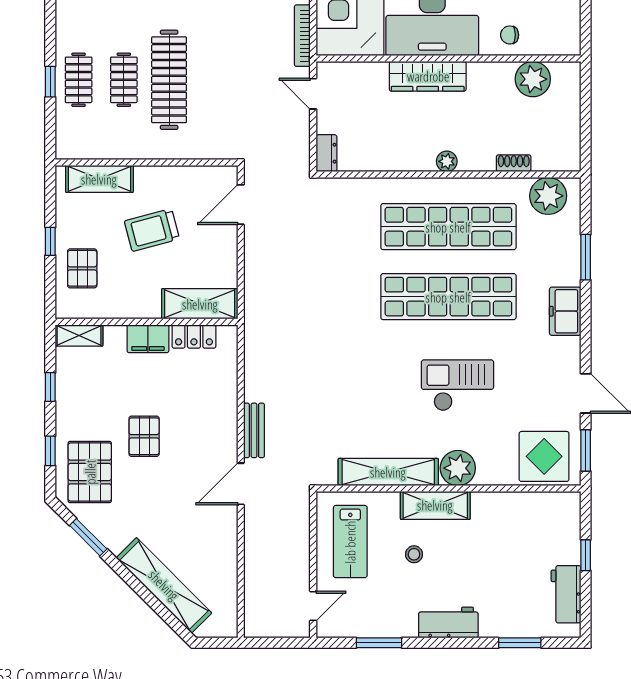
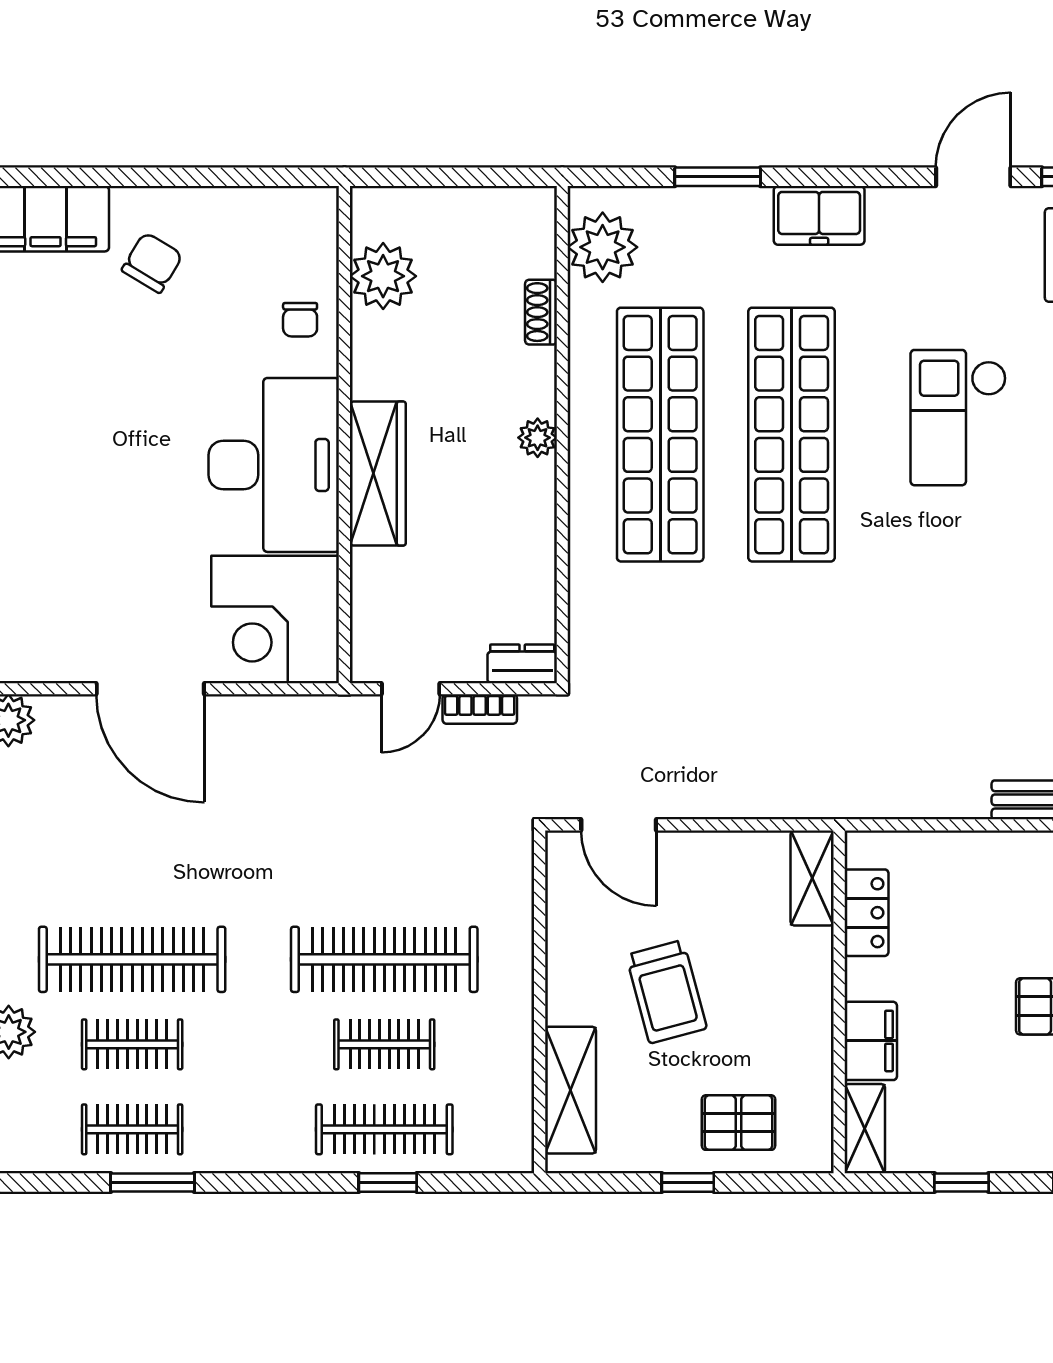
bookcase: (302, 36) -> (480, 709), moved, width x0.64
clothes rail: (79, 80) -> (384, 1129), width x1.36
shelving: (200, 304) -> (812, 878), width x0.67, depth x0.75
filing cabinet: (148, 339) -> (871, 1041), moved

